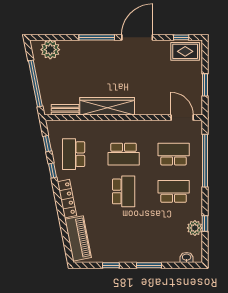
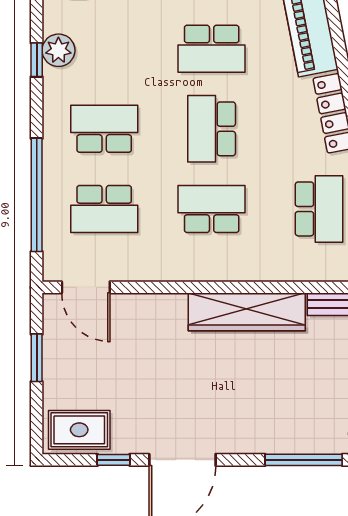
window: (97, 37) -> (304, 460), moved
window: (181, 37) -> (114, 460), moved
school desk: (174, 191) -> (104, 129), turned 180
school desk: (124, 229) -> (212, 49), added

